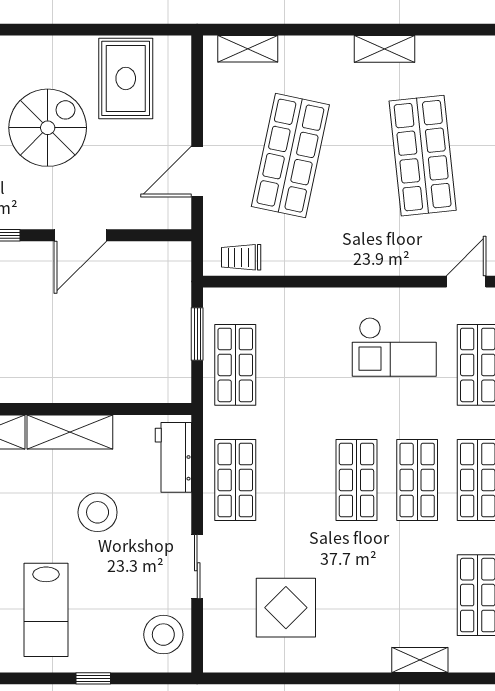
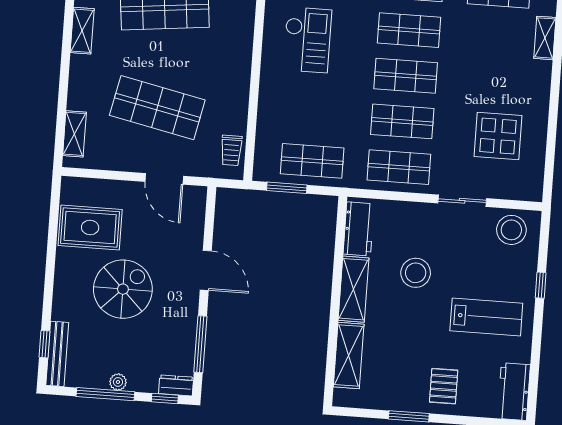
spiral stairs: (48, 128) -> (123, 289), turned 90
workbench: (173, 457) -> (359, 229), moved, turned -90
shop shelf: (296, 480) -> (402, 121), added

